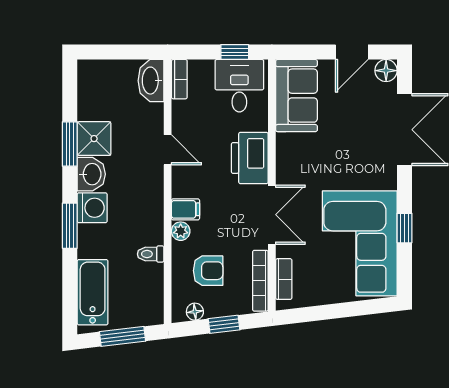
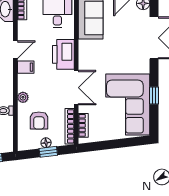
door: (168, 150) -> (15, 50), hinge flipped
filing cabinet: (185, 209) -> (26, 67), moved
armchair: (208, 271) -> (39, 120), turned 90
floor lamp: (195, 312) -> (46, 143), moved

